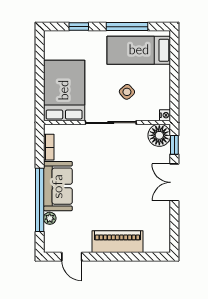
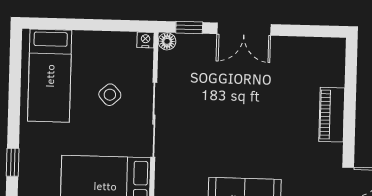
window: (127, 27) -> (15, 92), removed
floor lamp: (159, 135) -> (167, 41), width x0.53, depth x0.53
piano: (117, 242) -> (332, 115), width x0.73, depth x0.75

